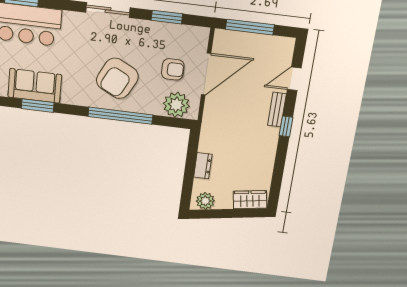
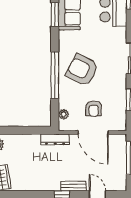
plant: (176, 105) -> (64, 114), width x0.53, depth x0.53
dresser: (203, 166) -> (55, 139), moved, width x1.44

